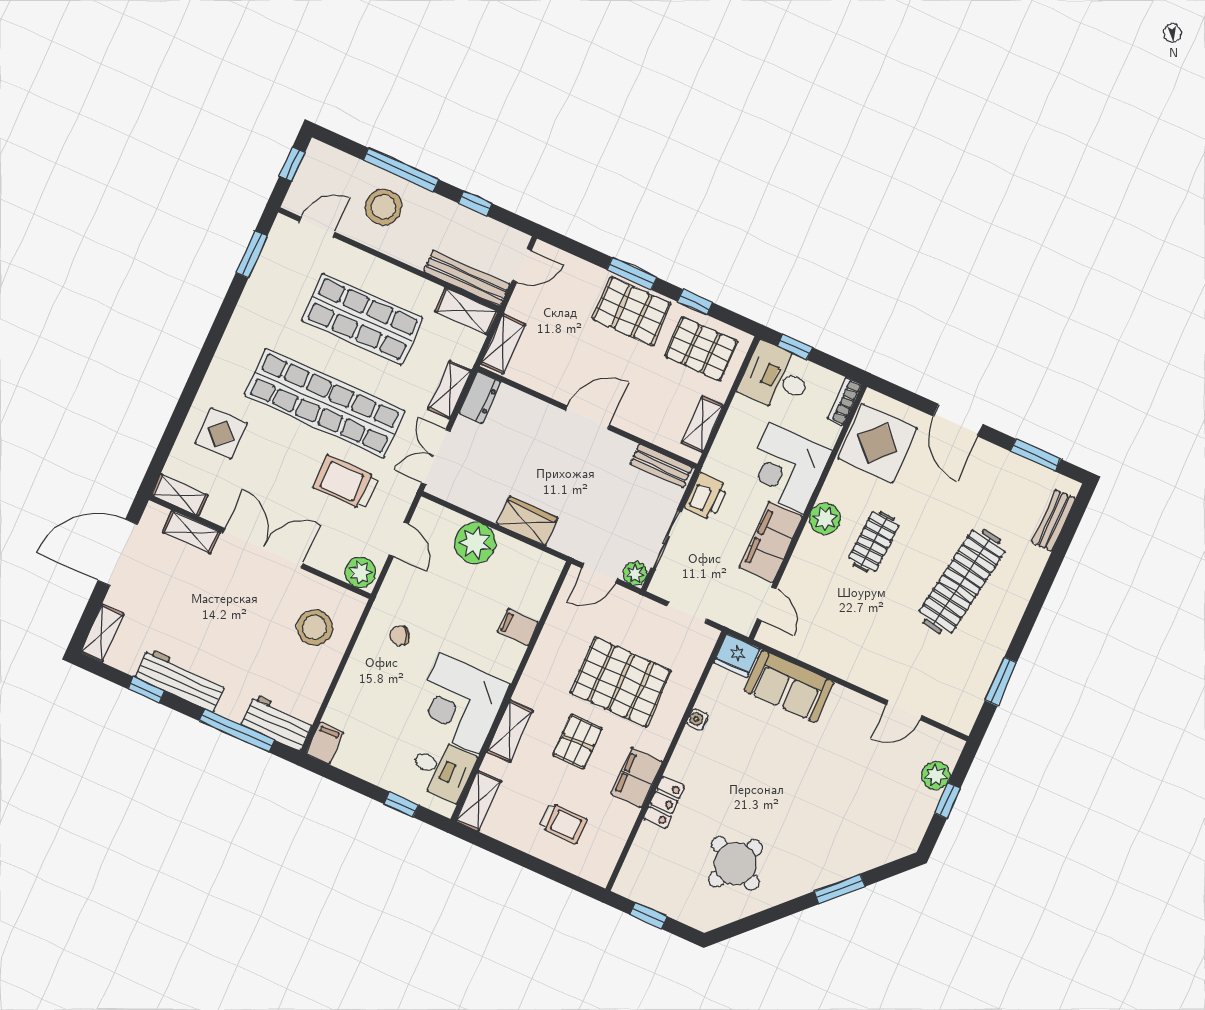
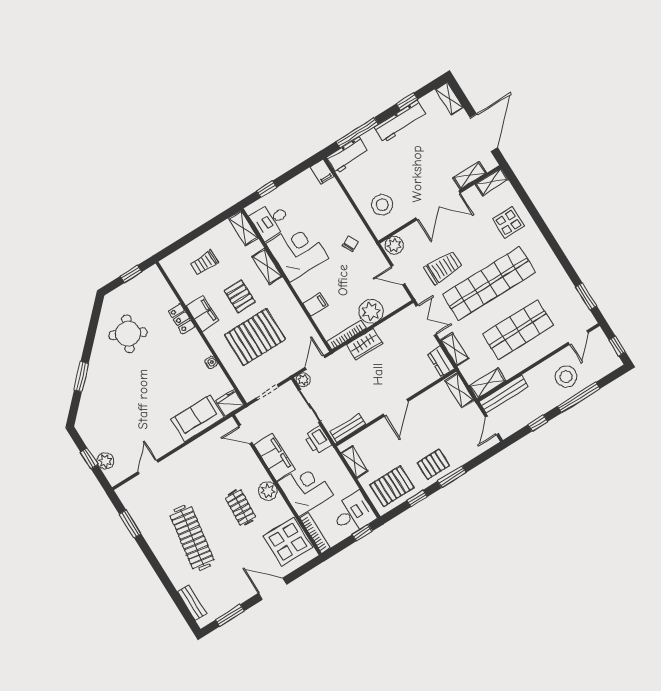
pallet: (632, 311) -> (433, 464), width x0.67, depth x0.71
bookcase: (845, 401) -> (315, 533), width x1.56
bookcase: (532, 555) -> (346, 335), added

